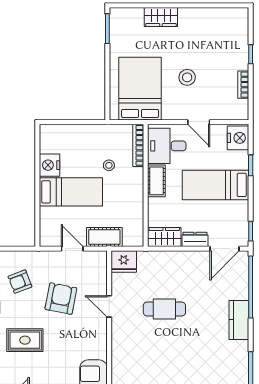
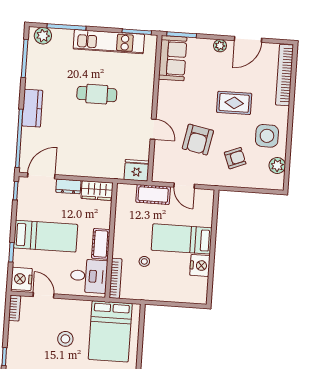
bookcase: (243, 85) -> (15, 308), moved
door: (199, 122) -> (43, 295), moved
cafe table: (164, 309) -> (97, 94), moved

